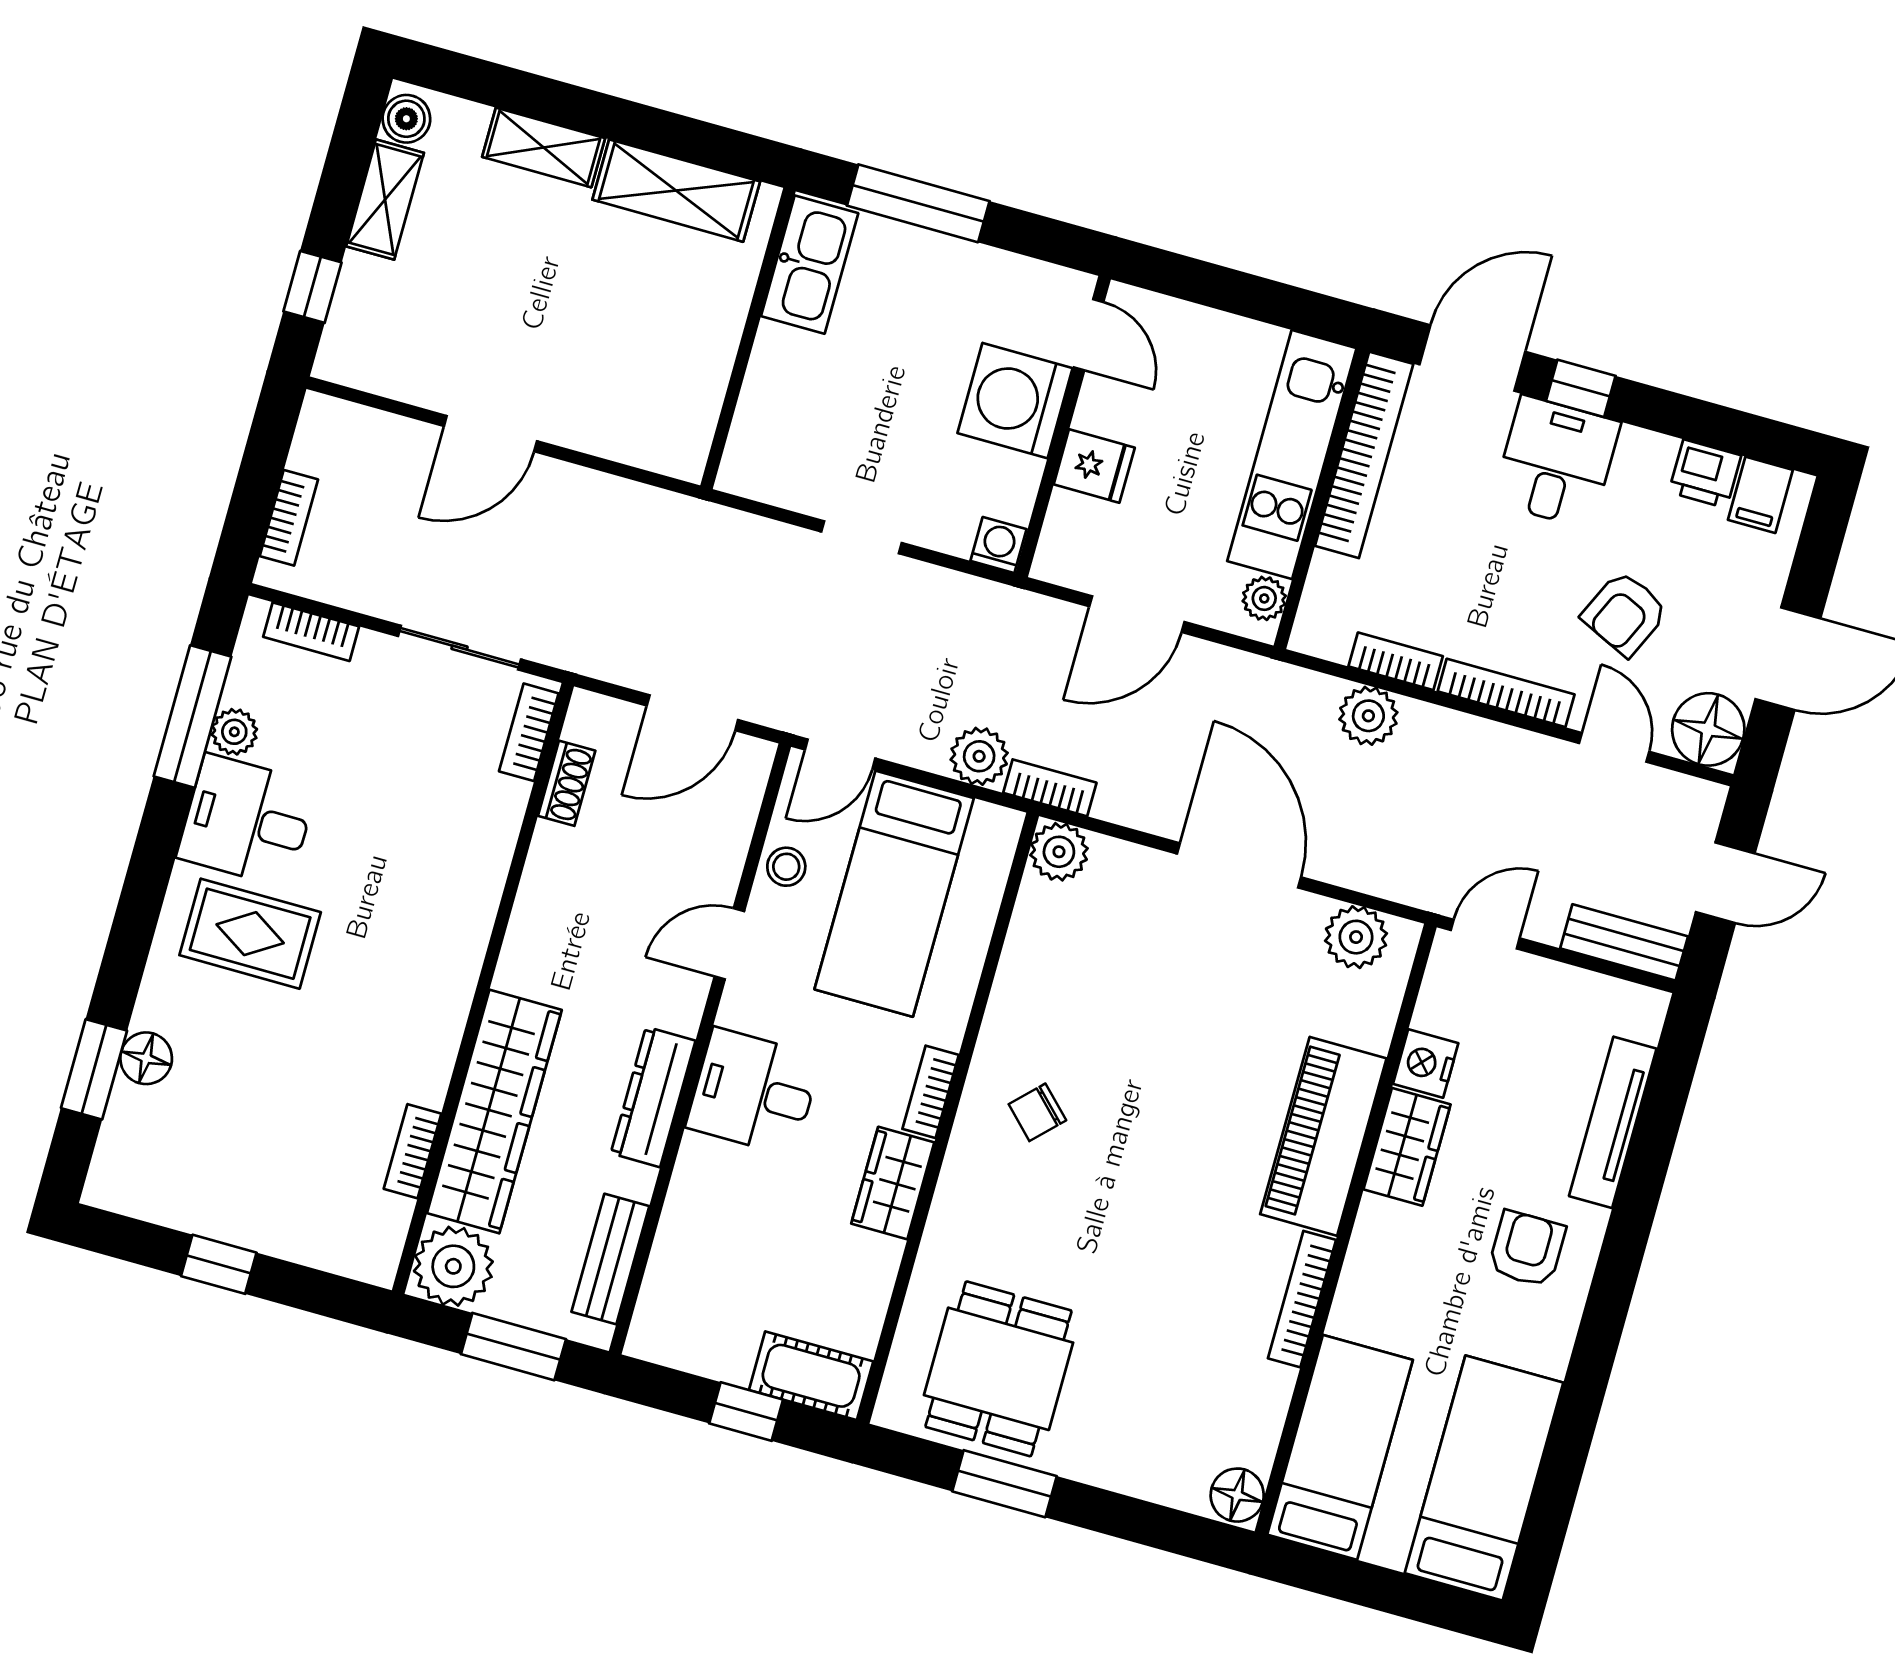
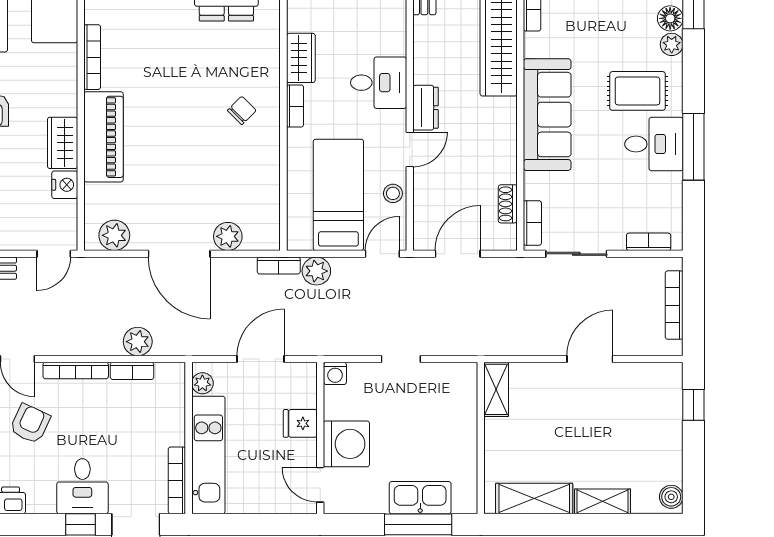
shelving: (385, 200) -> (496, 389), moved
kitchen sink: (810, 265) -> (420, 498), moved, turned 90
bookcase: (1364, 455) -> (177, 480), width x0.68, depth x0.76
bookcase: (289, 518) -> (674, 305), width x1.56
window: (192, 716) -> (693, 147), moved
plant: (234, 732) -> (672, 44), moved
plant: (1059, 852) -> (228, 236), moved
sofa: (440, 937) -> (547, 115), added
dresser: (653, 1097) -> (425, 108), moved, width x0.70

